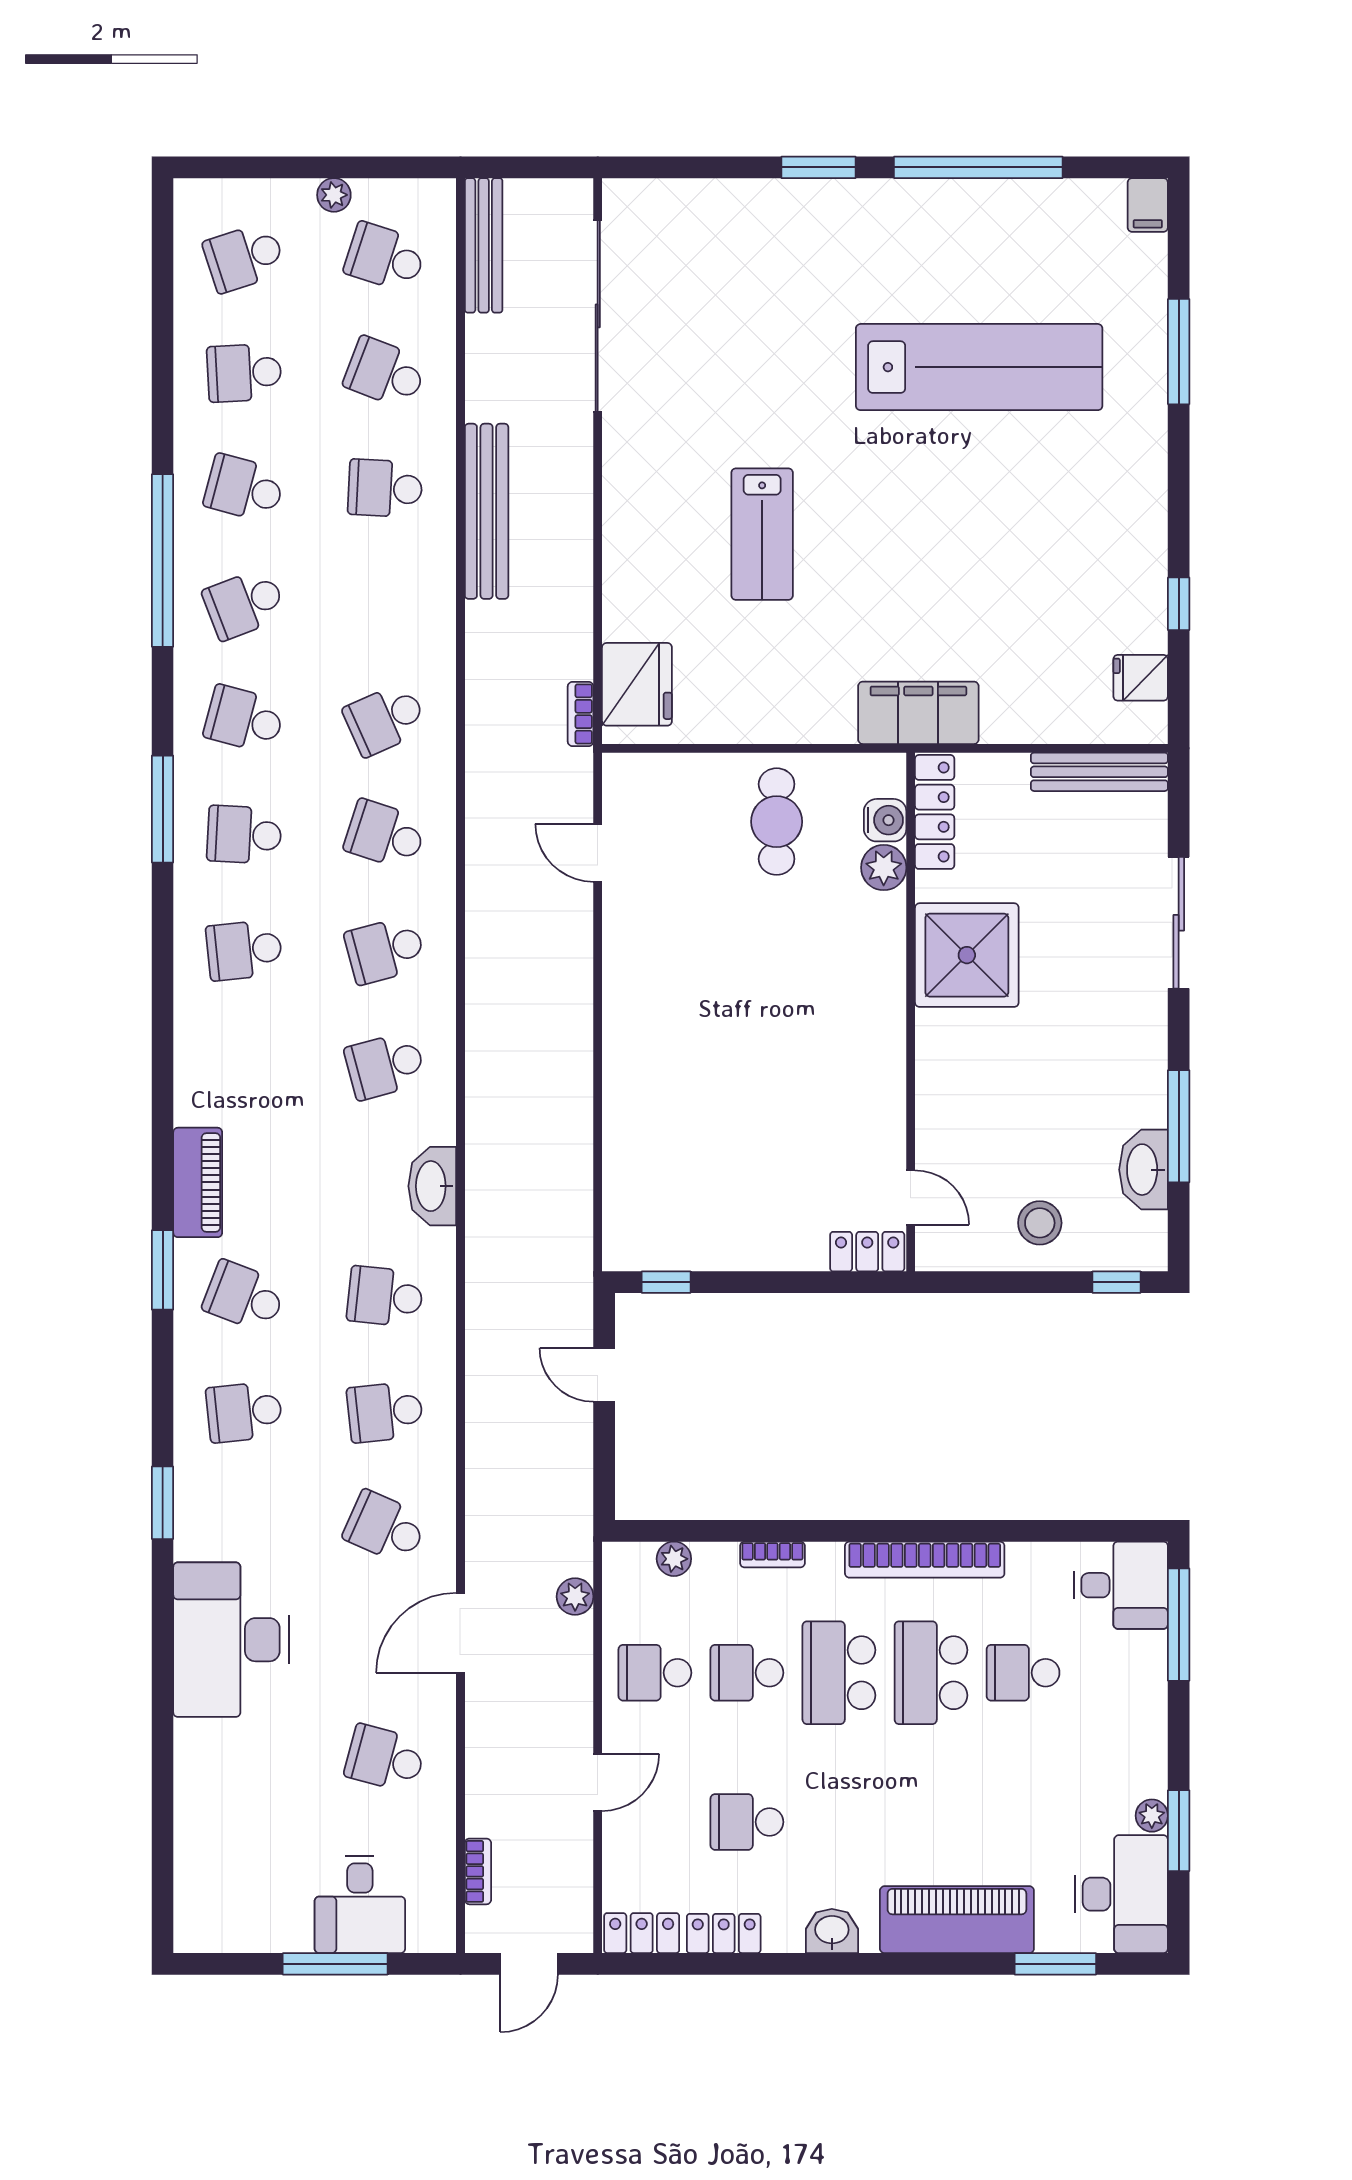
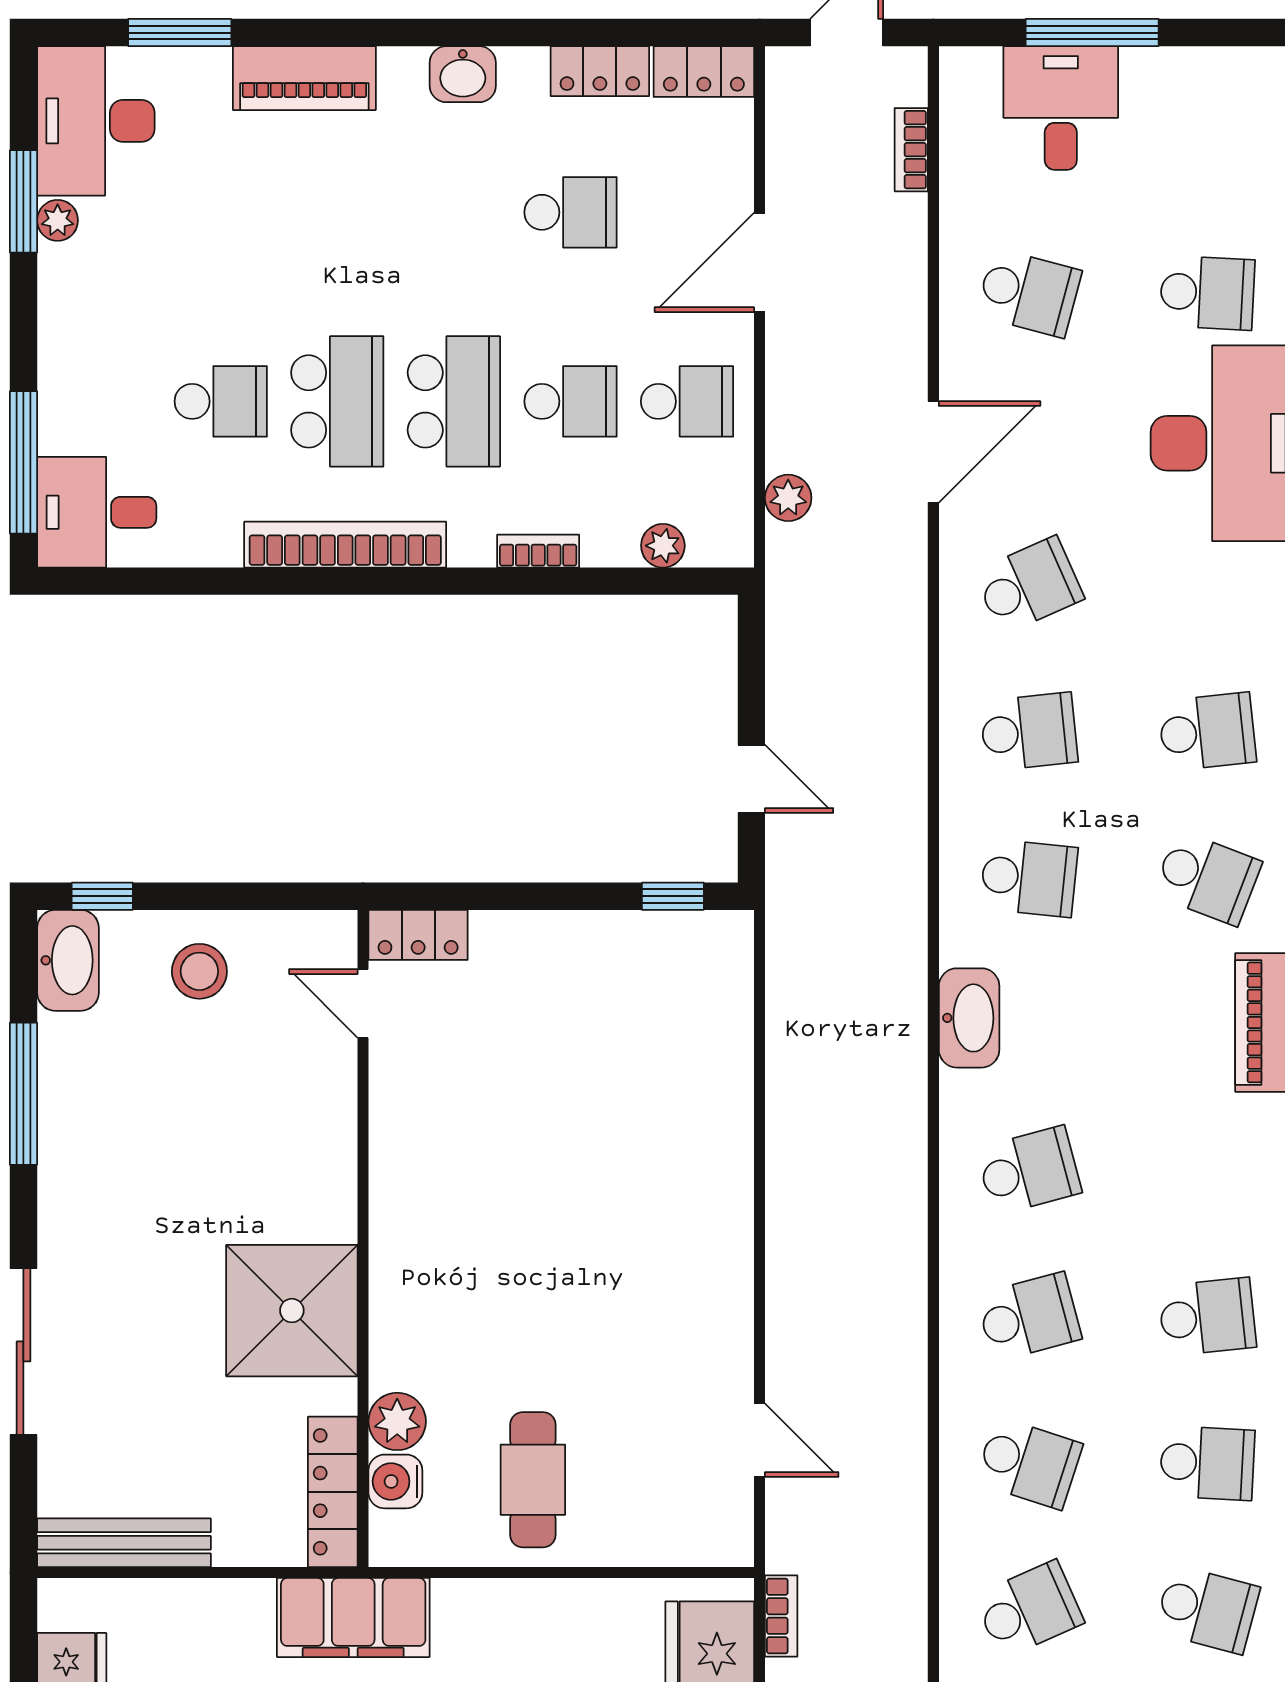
washbasin: (1144, 1170) -> (68, 960), moved
school desk: (385, 1527) -> (1029, 585), turned -48
school desk: (244, 1758) -> (1207, 293), added
door: (598, 1782) -> (760, 262), width x1.38
piano: (957, 1920) -> (304, 78), width x0.73, depth x0.75

